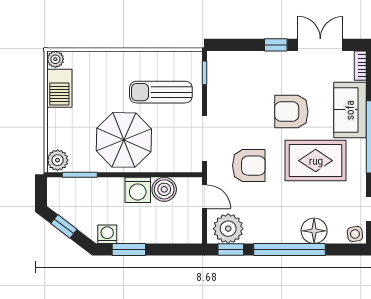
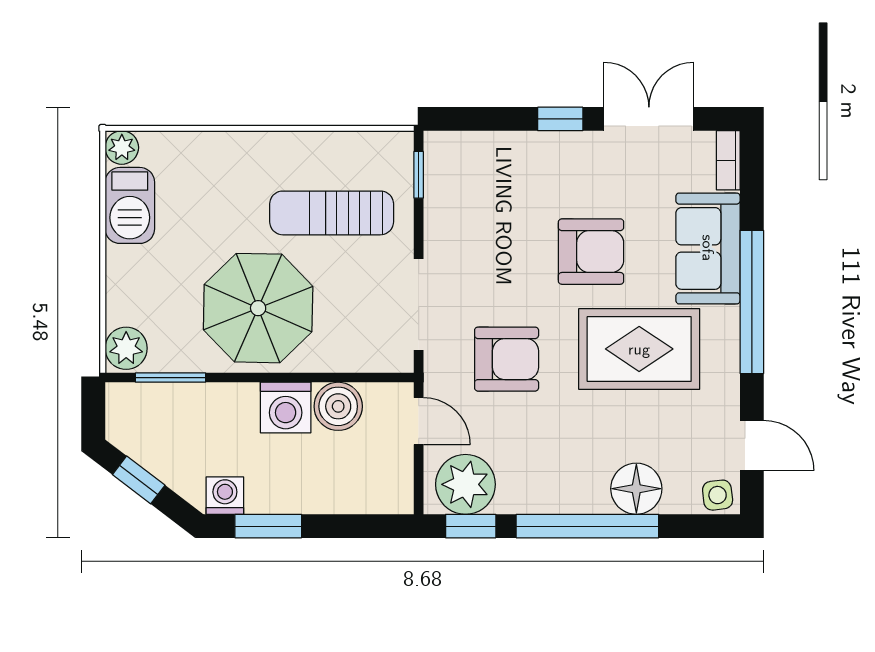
armchair: (291, 112) -> (591, 252), turned 180

